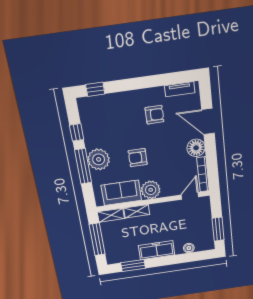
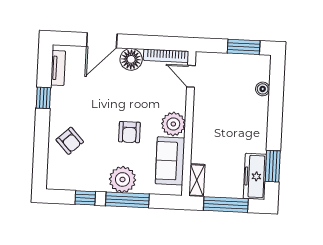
window: (95, 89) -> (43, 98), moved
armchair: (154, 115) -> (70, 141), moved, turned 137
shelving: (137, 211) -> (198, 147), removed
freezer: (157, 250) -> (255, 176), moved

